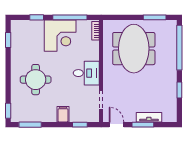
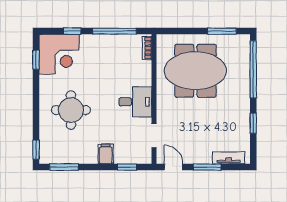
corner desk: (60, 36) -> (59, 54), moved
meeting table: (134, 49) -> (195, 71), turned 90
tv unit: (149, 117) -> (229, 158), moved

